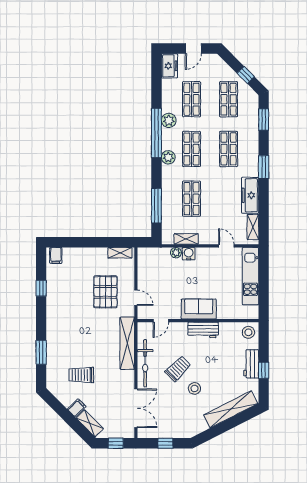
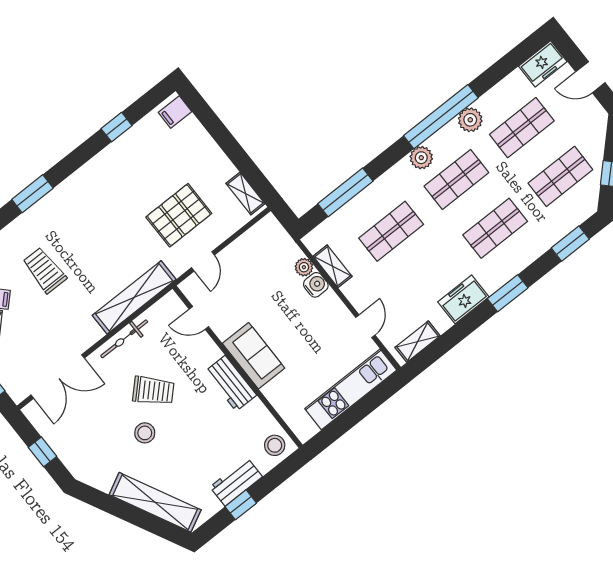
freezer: (250, 195) -> (463, 299), width x0.71
bicycle: (145, 363) -> (124, 339), width x0.73, depth x0.71

